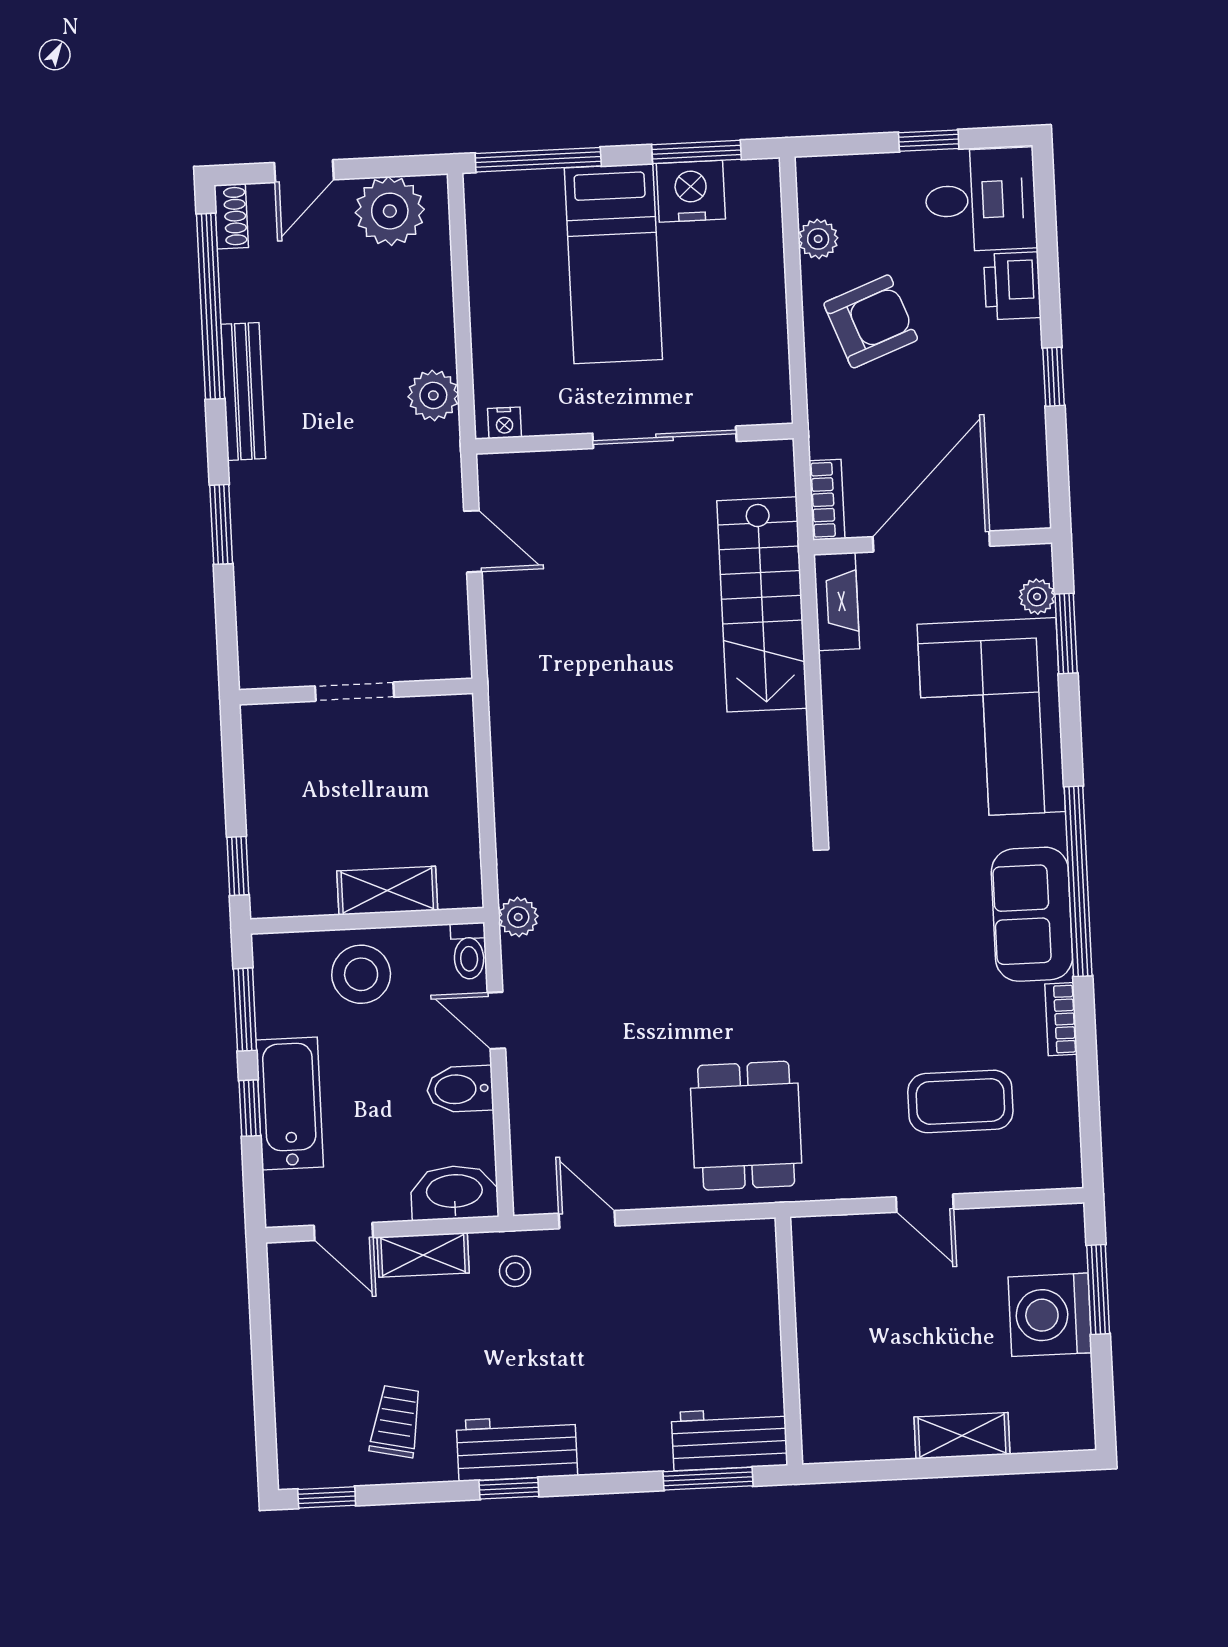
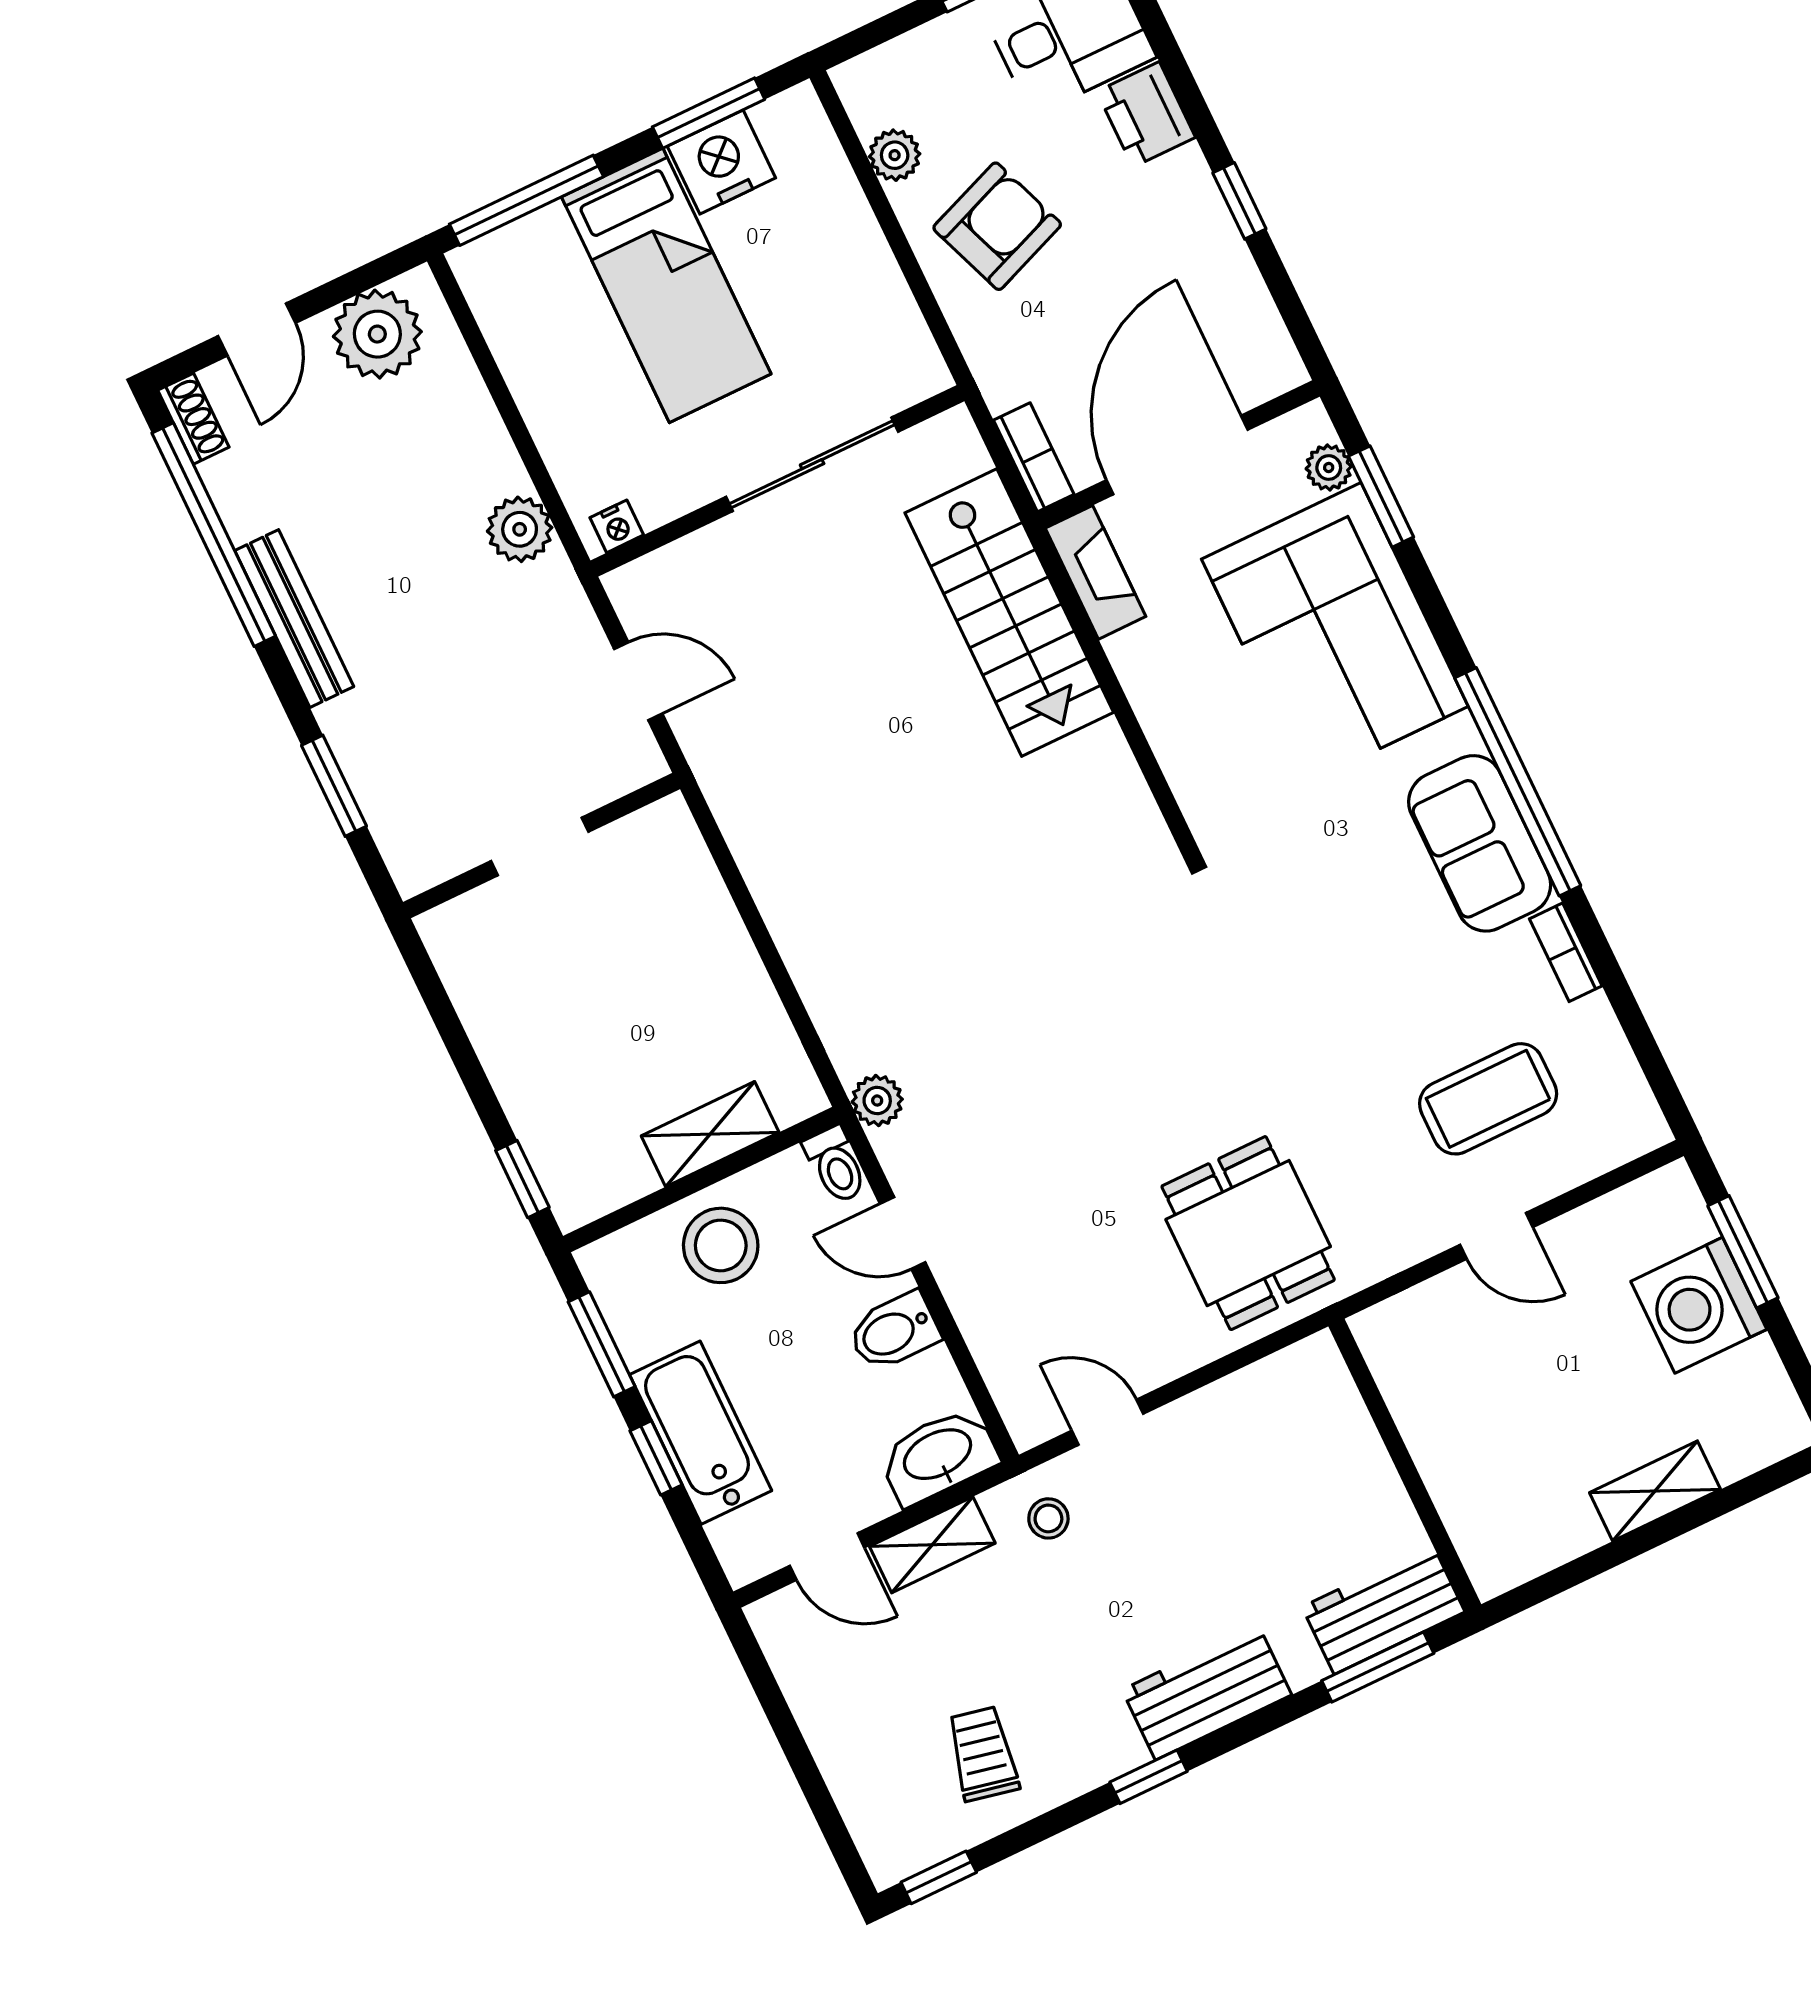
doorway: (354, 692) -> (540, 846), moved
wall: (356, 692) -> (541, 846), moved
workbench: (517, 1448) -> (1207, 1692), moved

